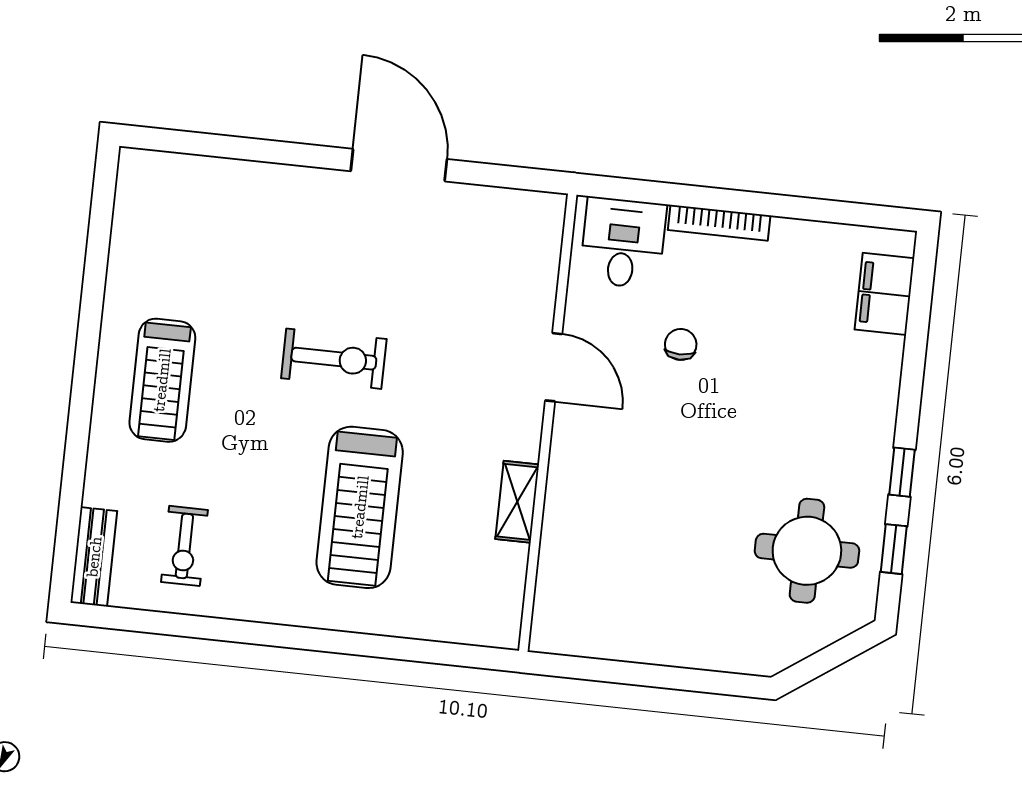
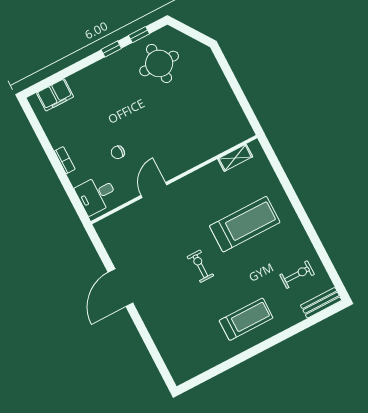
bookcase: (719, 223) -> (65, 160), width x0.64
exercise bike: (334, 359) -> (200, 266), width x0.73, depth x0.72
shelving: (517, 502) -> (235, 158), moved

